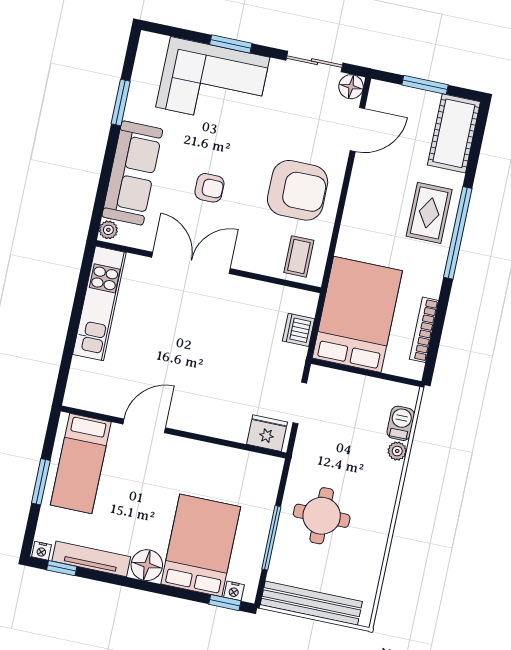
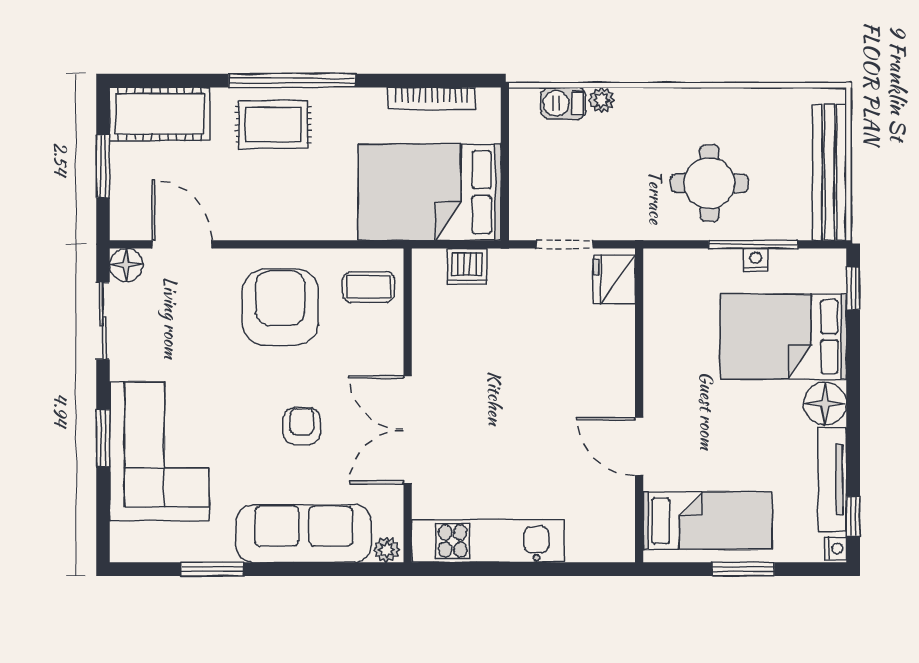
nightstand: (234, 591) -> (756, 260), moved, turned -90

